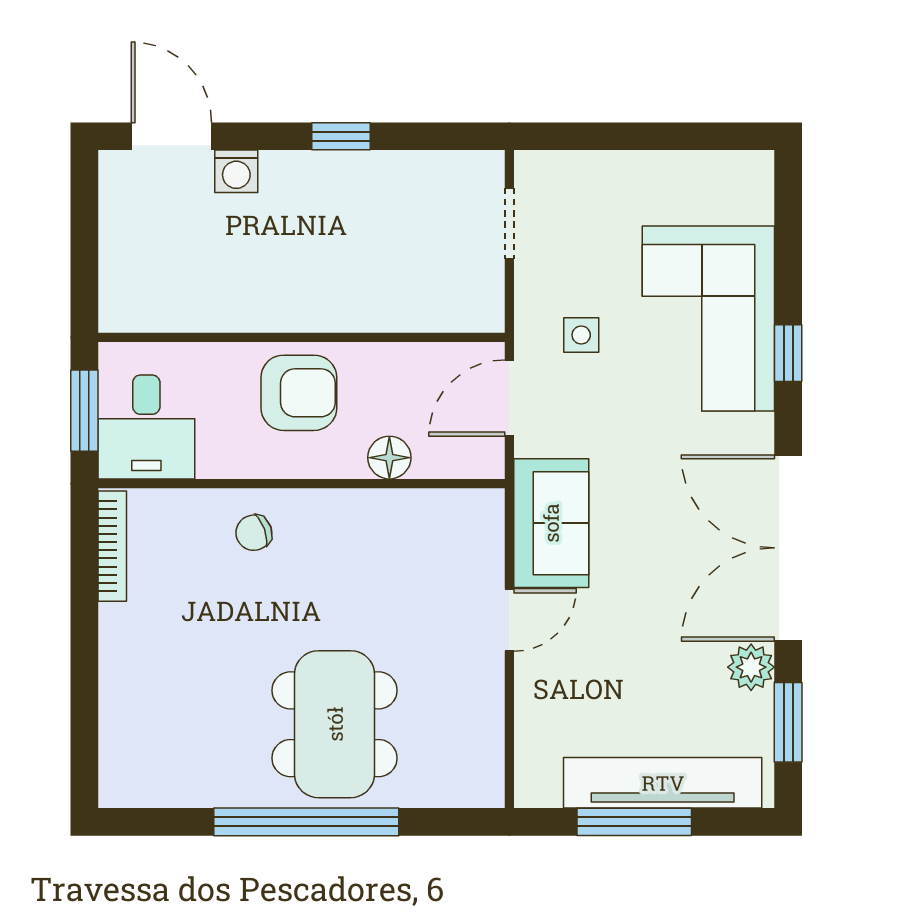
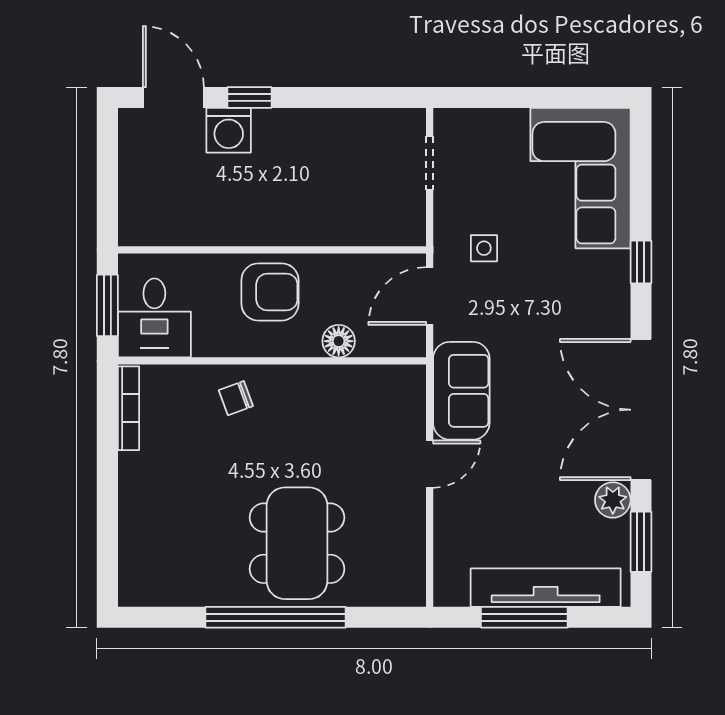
window: (341, 136) -> (249, 98), moved
washing machine: (236, 171) -> (229, 130), width x1.38, depth x1.38
corner sofa: (708, 318) -> (580, 178), moved

